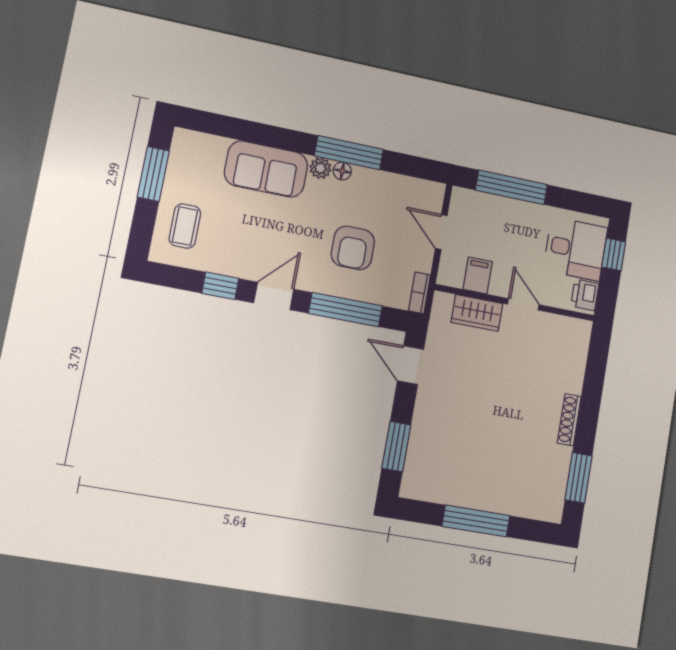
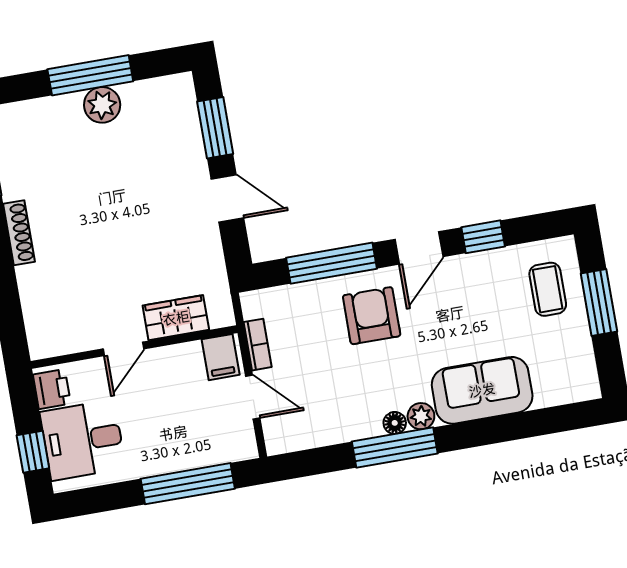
window: (153, 174) -> (599, 303), moved
armchair: (353, 248) -> (372, 316), moved
filing cabinet: (478, 275) -> (221, 357), moved
bookcase: (420, 293) -> (258, 345), moved
door: (523, 304) -> (123, 349), hinge flipped
door: (411, 365) -> (227, 198), moved
plant: (475, 495) -> (102, 105), added

